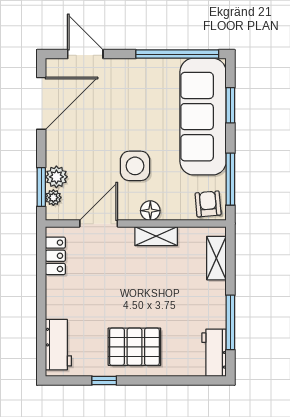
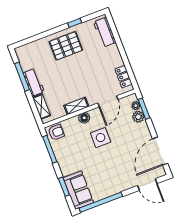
sofa: (203, 117) -> (78, 190), width x0.54, depth x0.79
armchair: (208, 204) -> (56, 132), turned -85
workbench: (214, 353) -> (34, 82), moved

